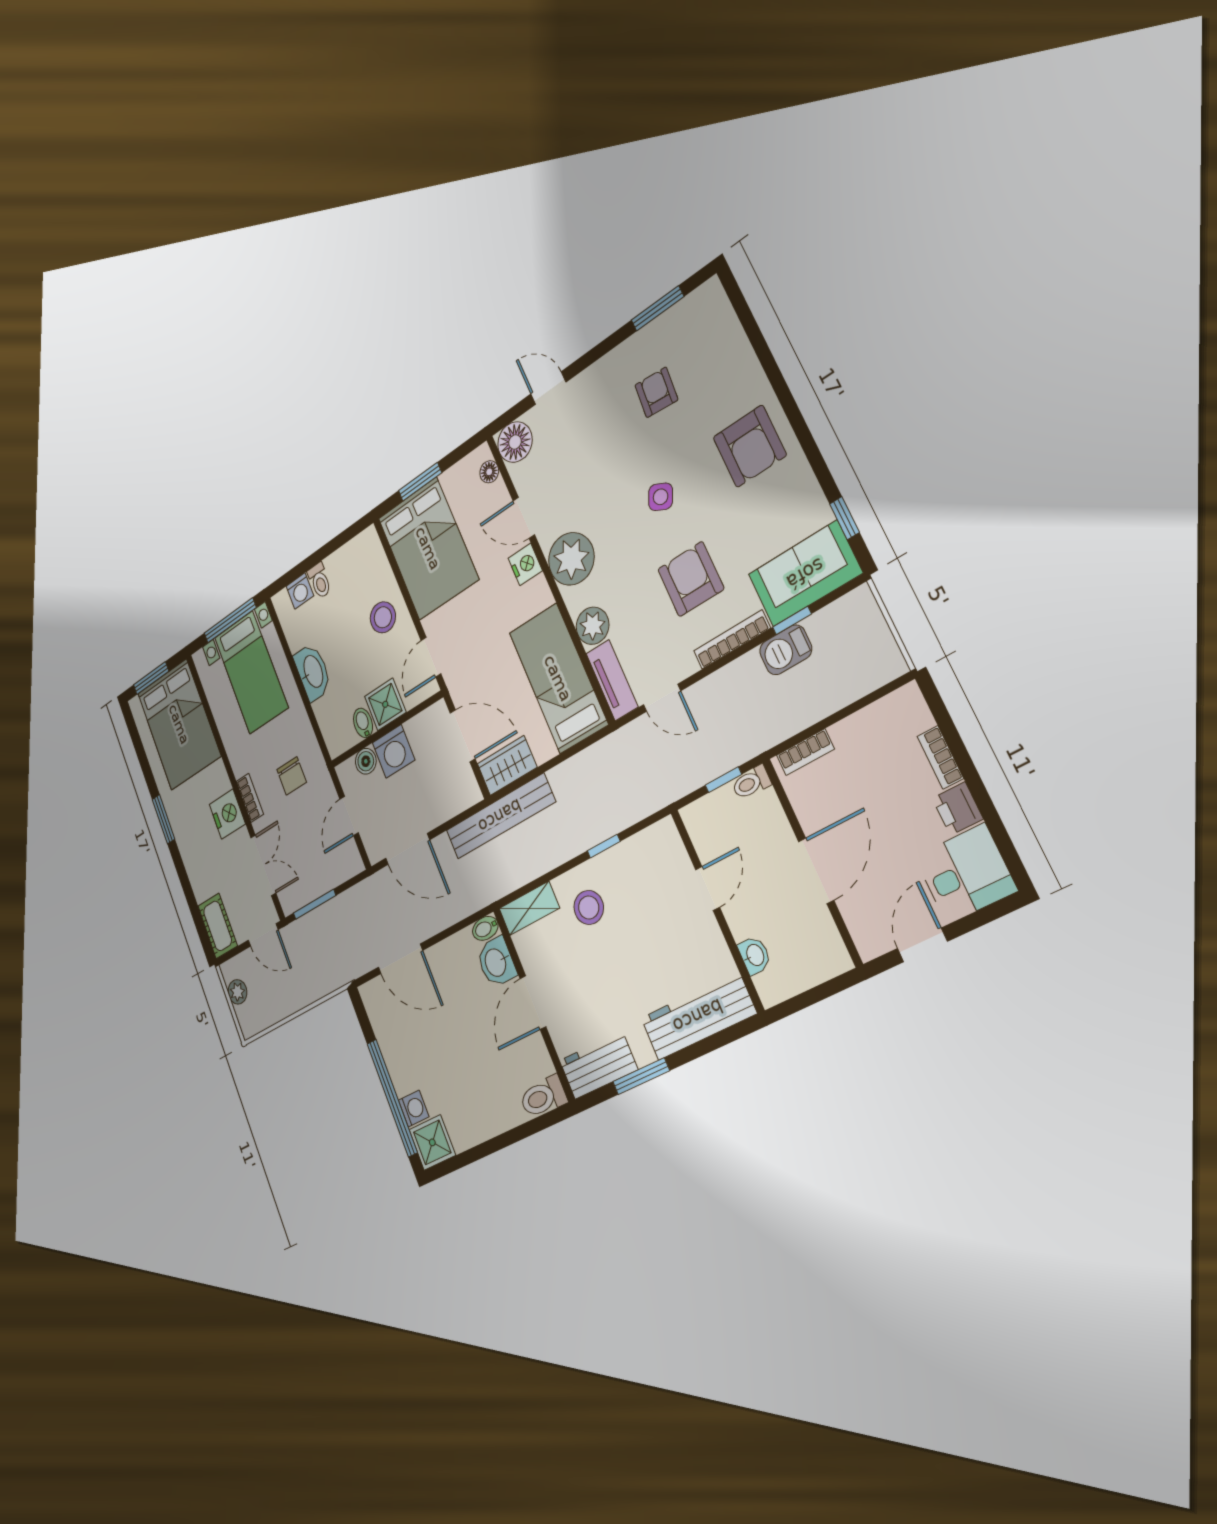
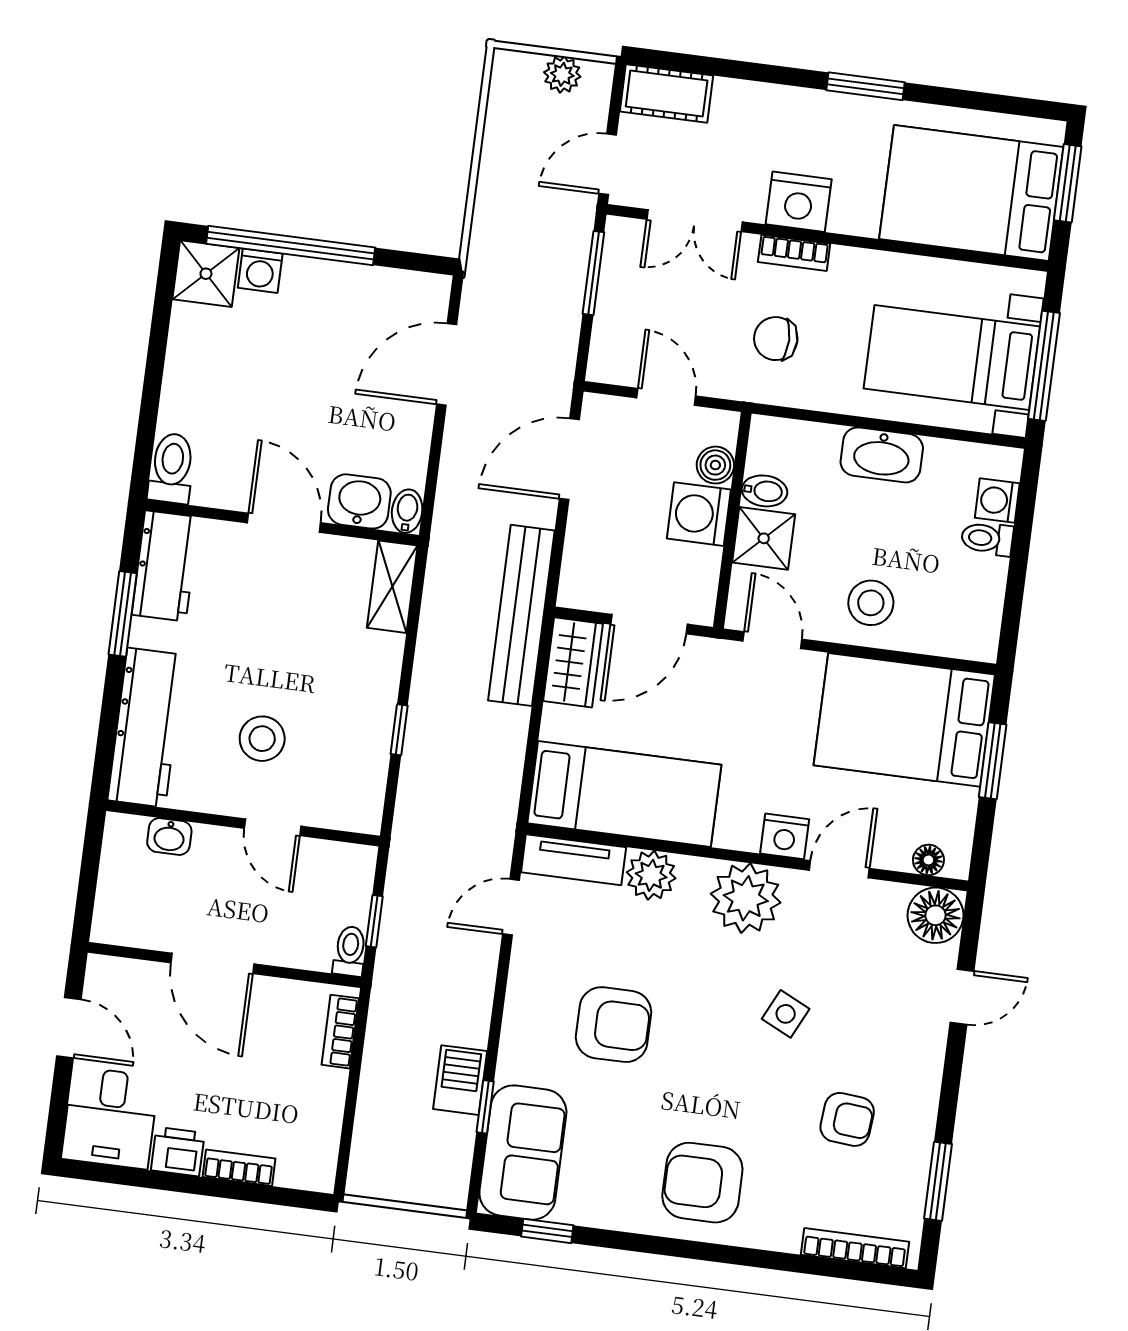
side table: (661, 497) -> (786, 1014), moved
bookcase: (732, 640) -> (855, 1248), moved, turned -90
stool: (589, 907) -> (262, 739), moved

